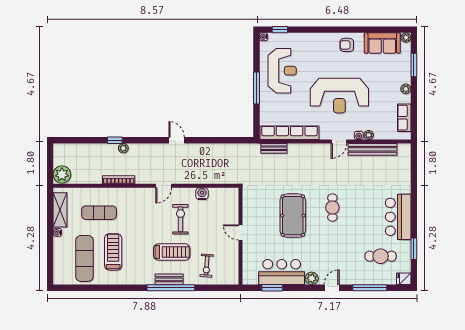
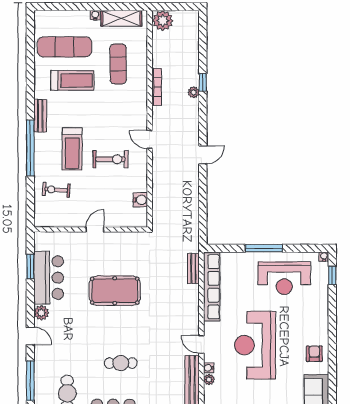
water cooler: (202, 194) -> (140, 200), moved
cafe table: (332, 208) -> (121, 363), moved
bench: (169, 279) -> (40, 116), moved

